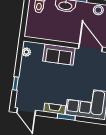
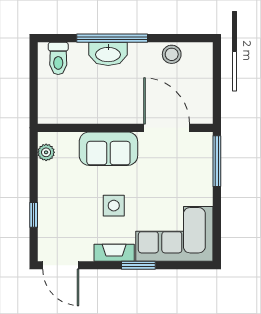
side table: (58, 84) -> (114, 206), added

